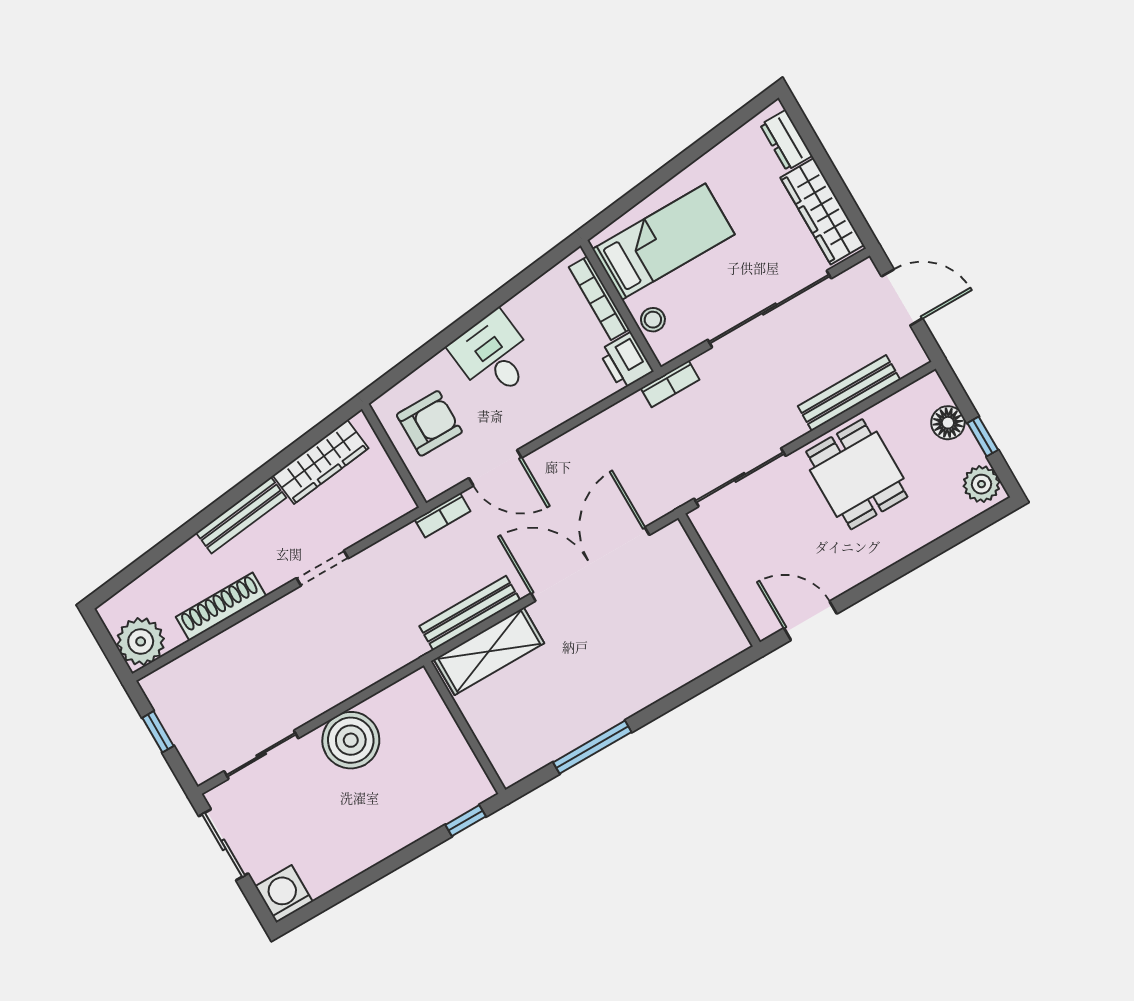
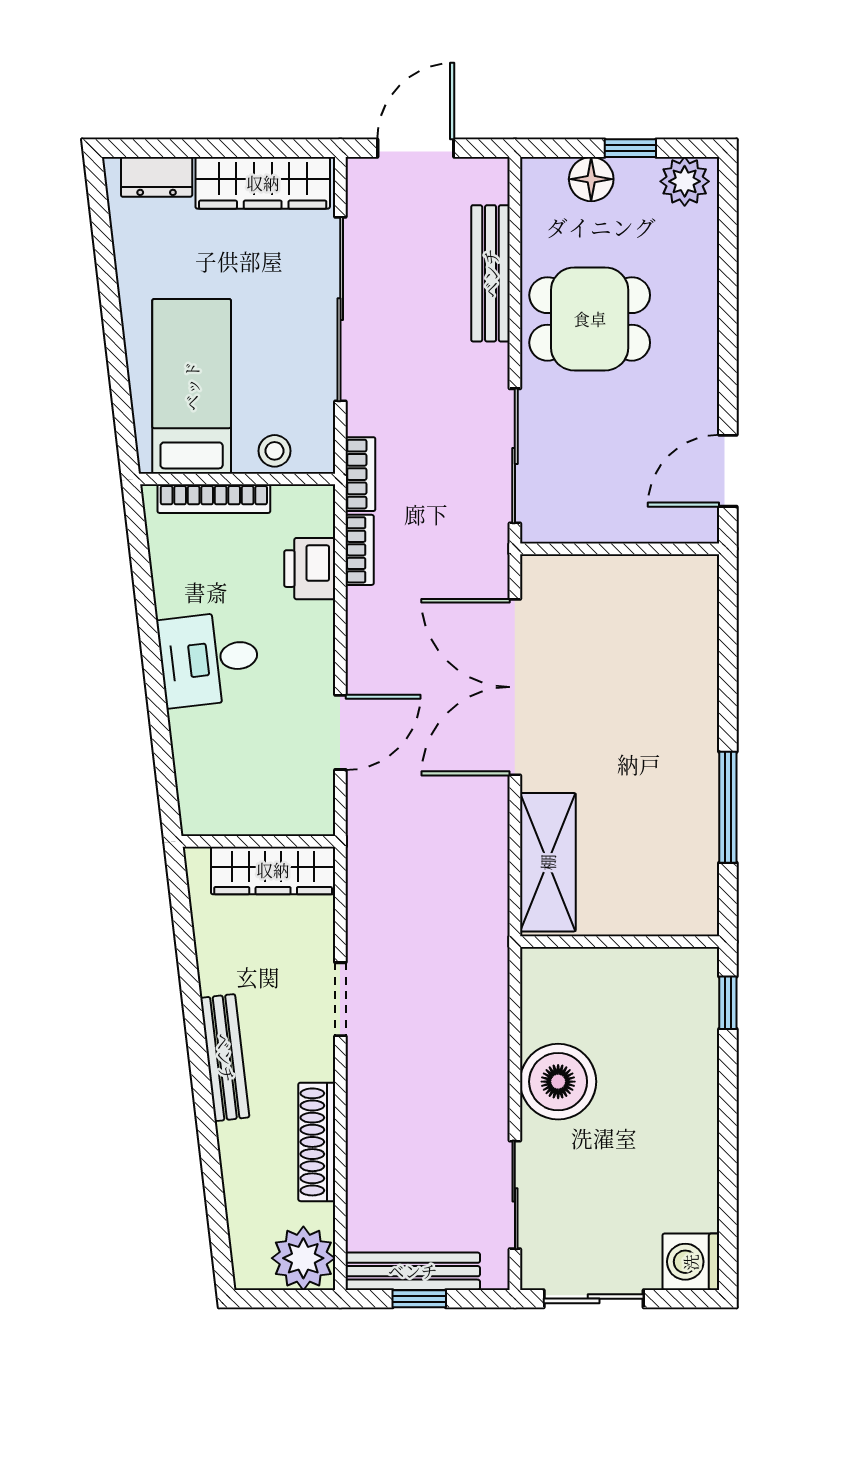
printer: (626, 361) -> (310, 569), moved, turned 90
armchair: (429, 423) -> (245, 779), removed
wardrobe: (321, 462) -> (273, 870), moved, turned 97
bookcase: (443, 515) -> (360, 550), moved
bench: (470, 613) -> (413, 1271), moved, turned 90

